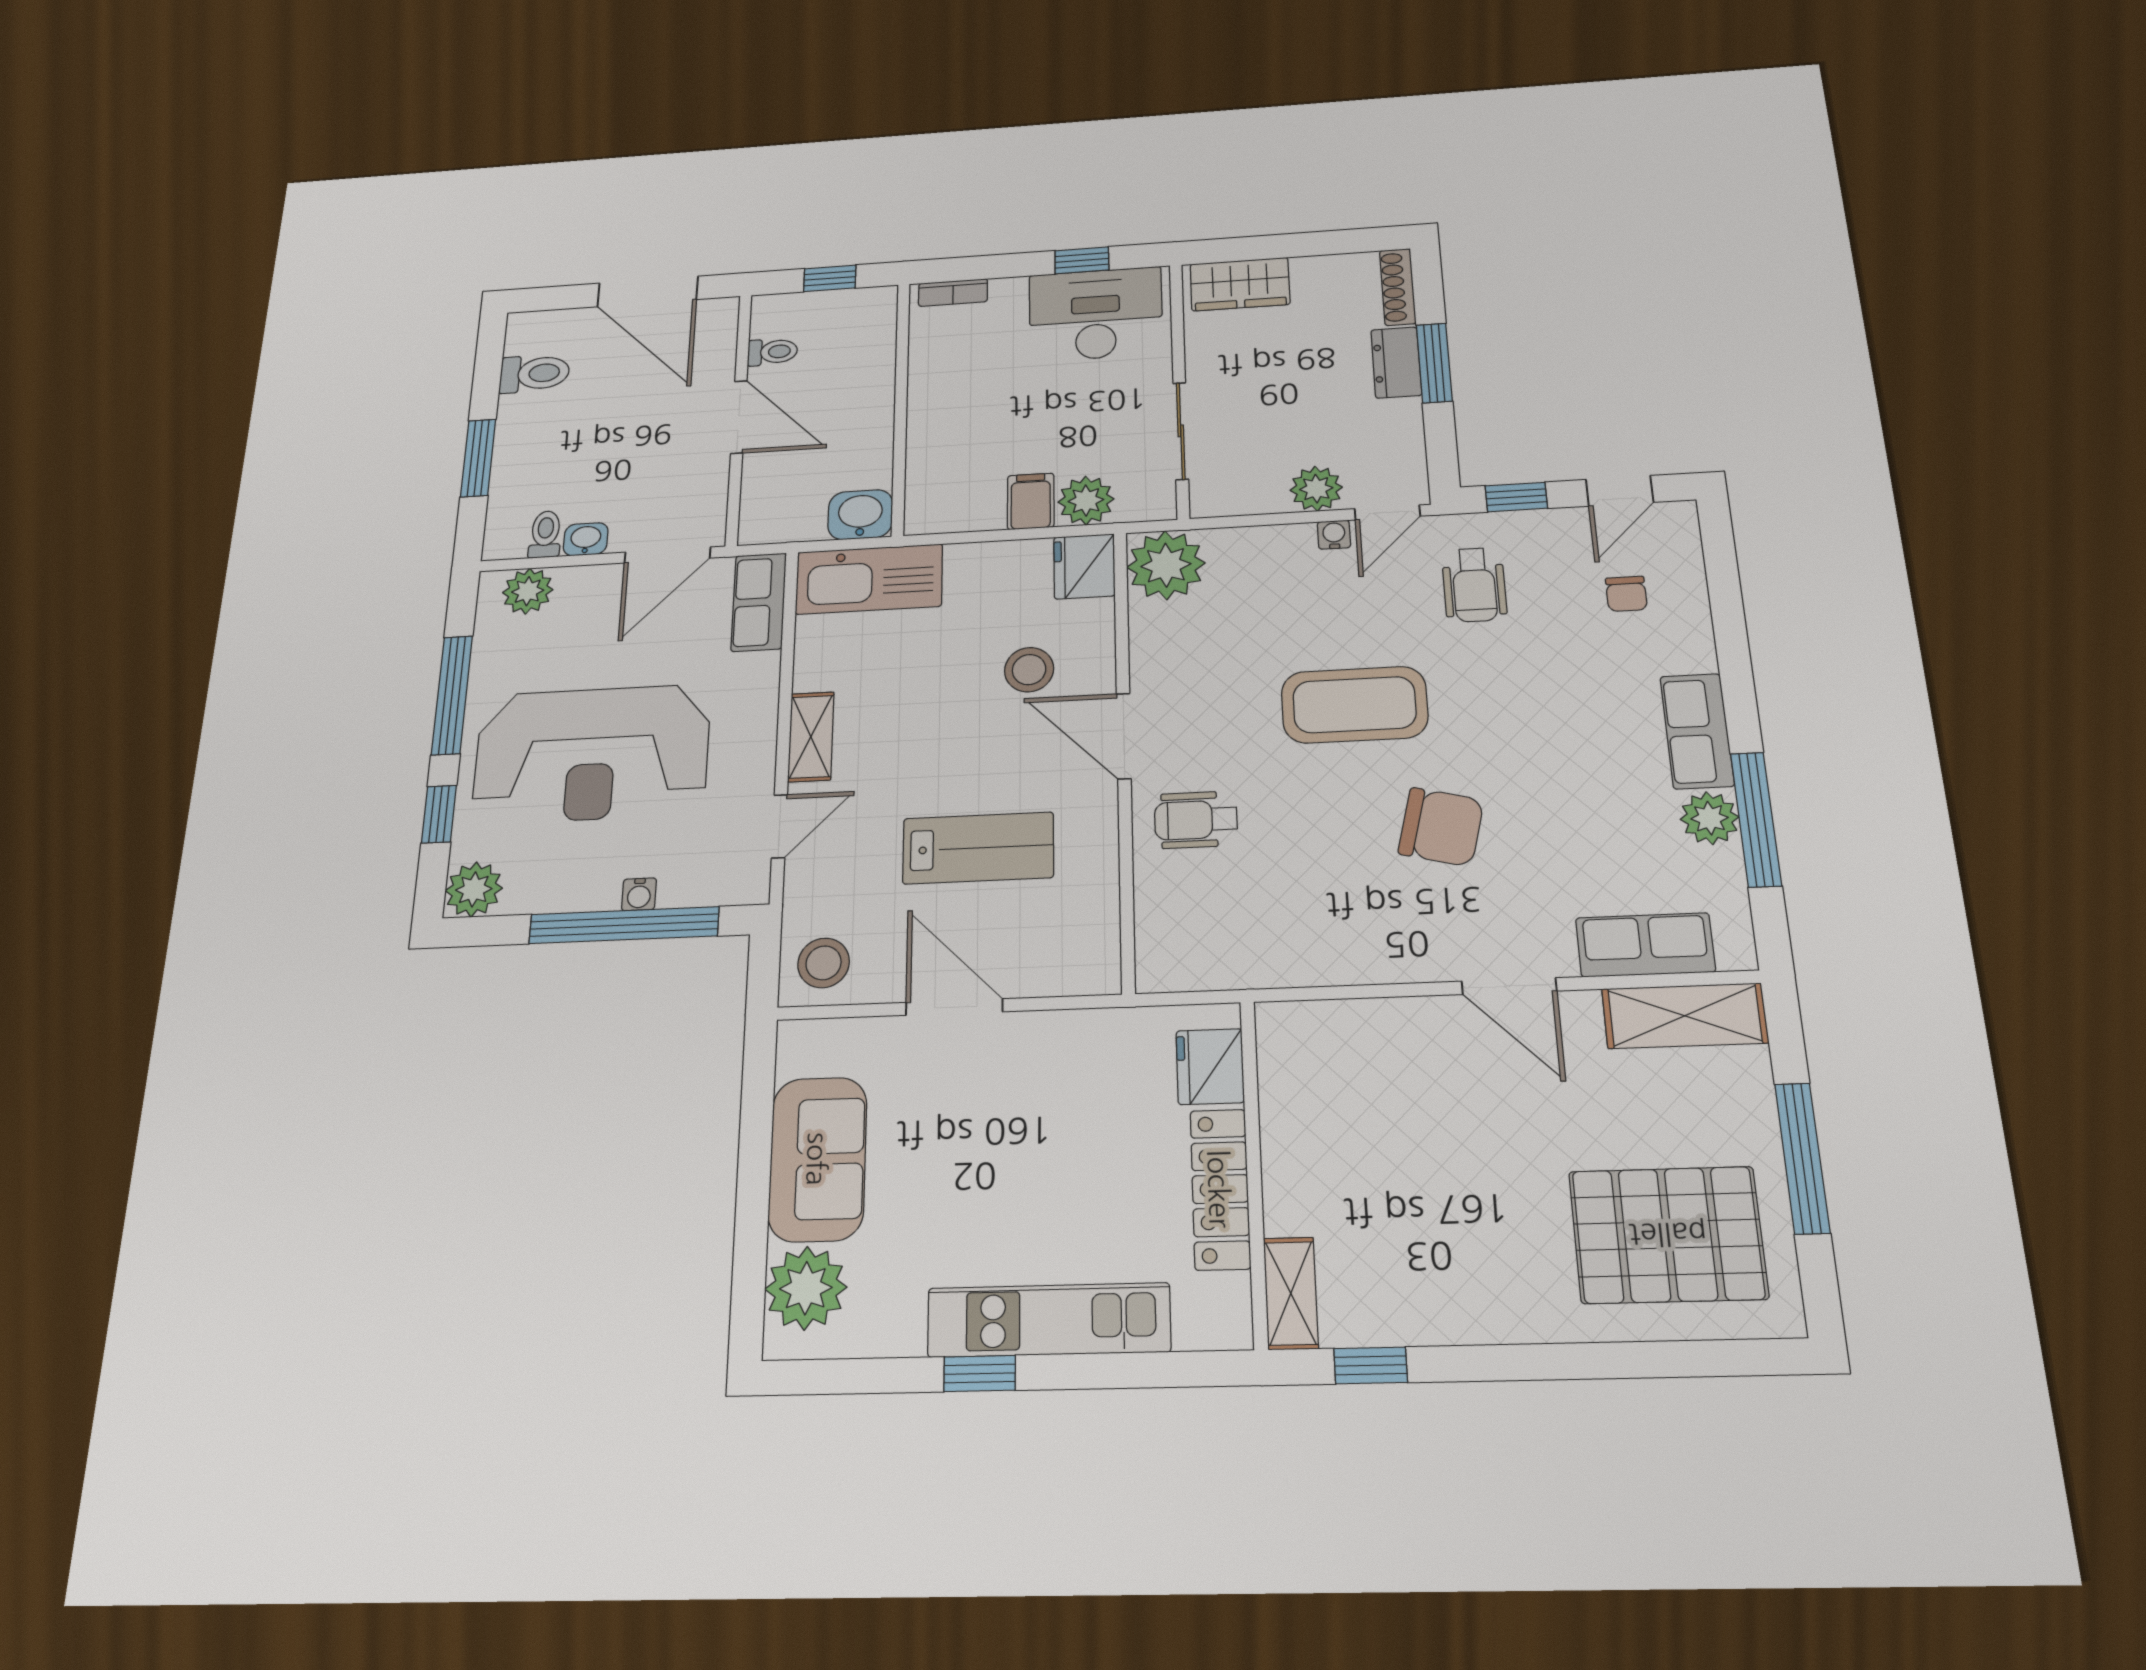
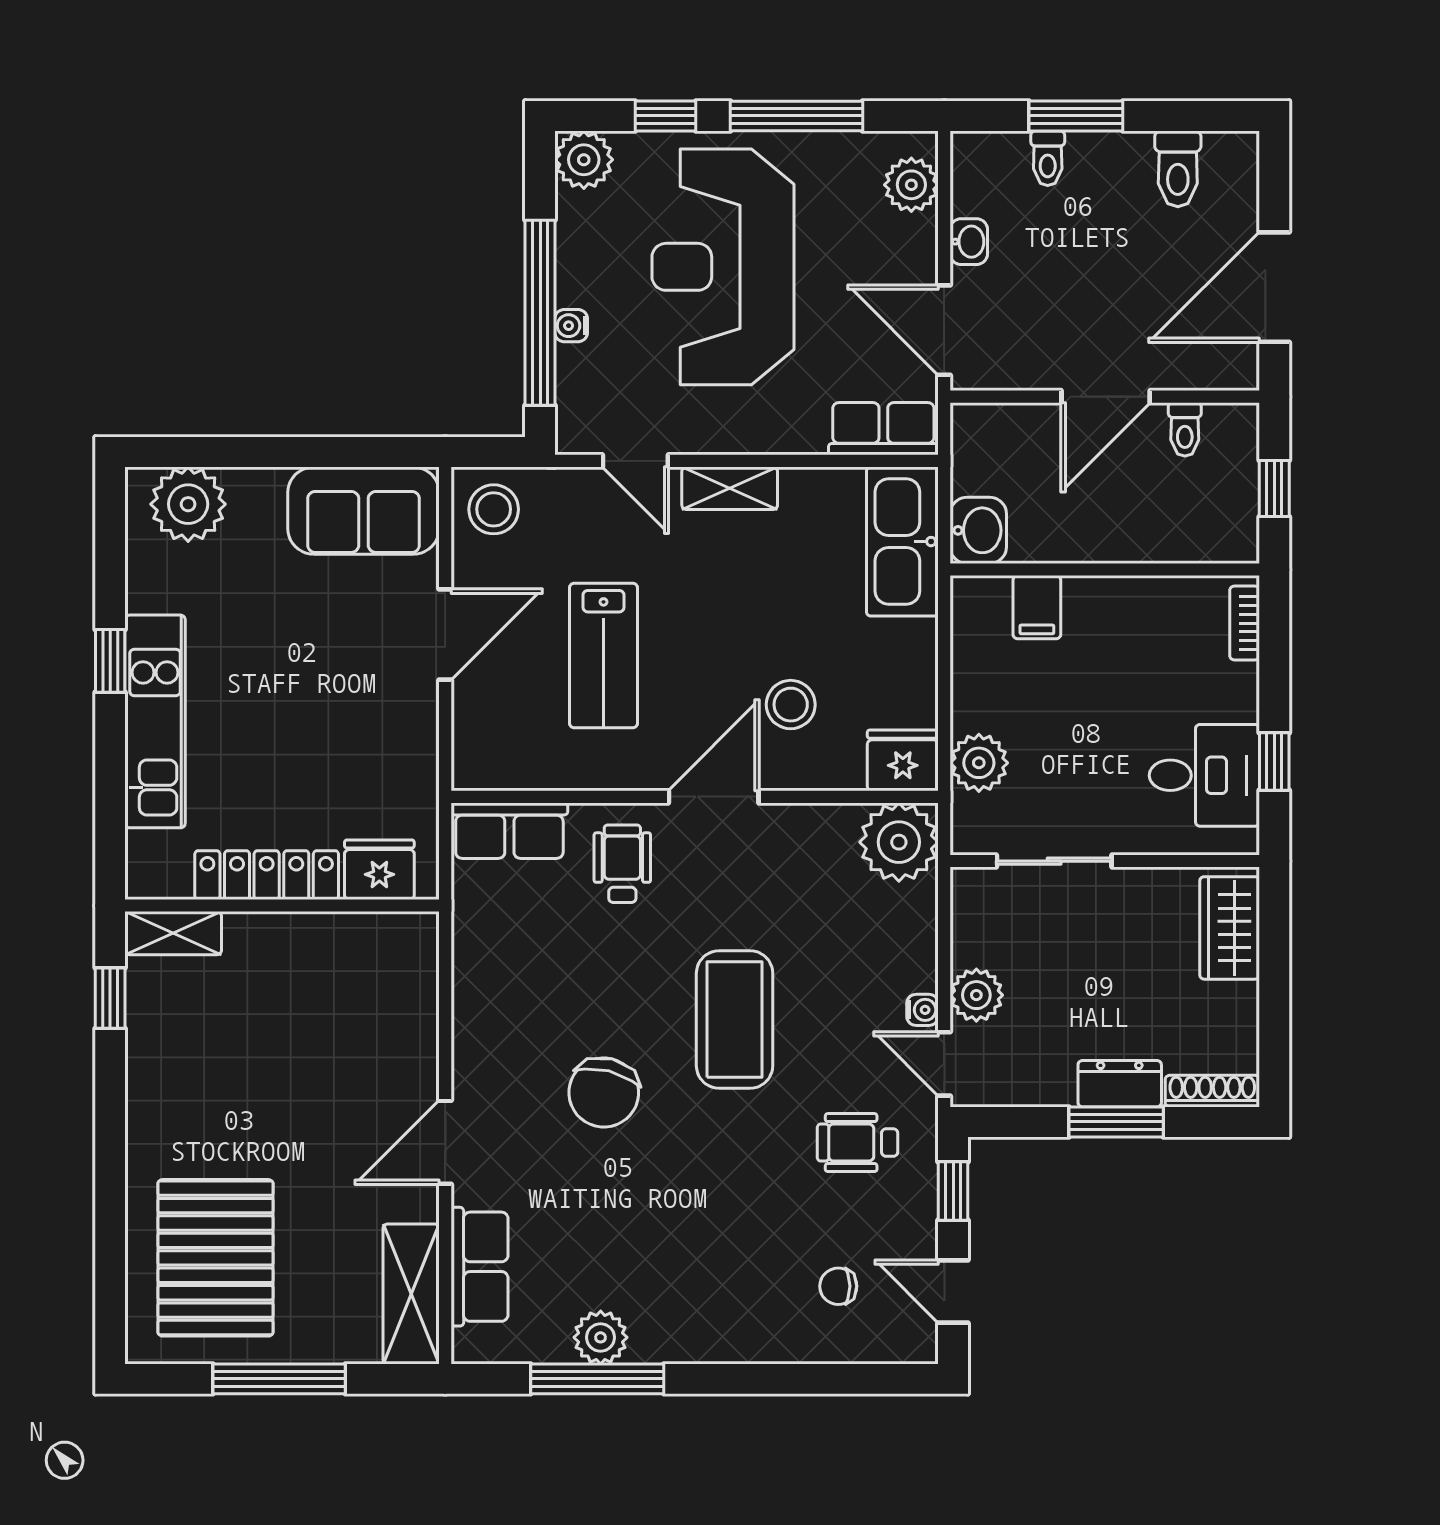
desk: (1096, 314) -> (1204, 775), width x0.73
filing cabinet: (1031, 501) -> (1037, 607), moved, turned 90
toilet: (545, 534) -> (1048, 158), moved, turned 90
row of seats: (1697, 731) -> (509, 831), moved, turned 180
sofa: (818, 1159) -> (364, 511), moved

